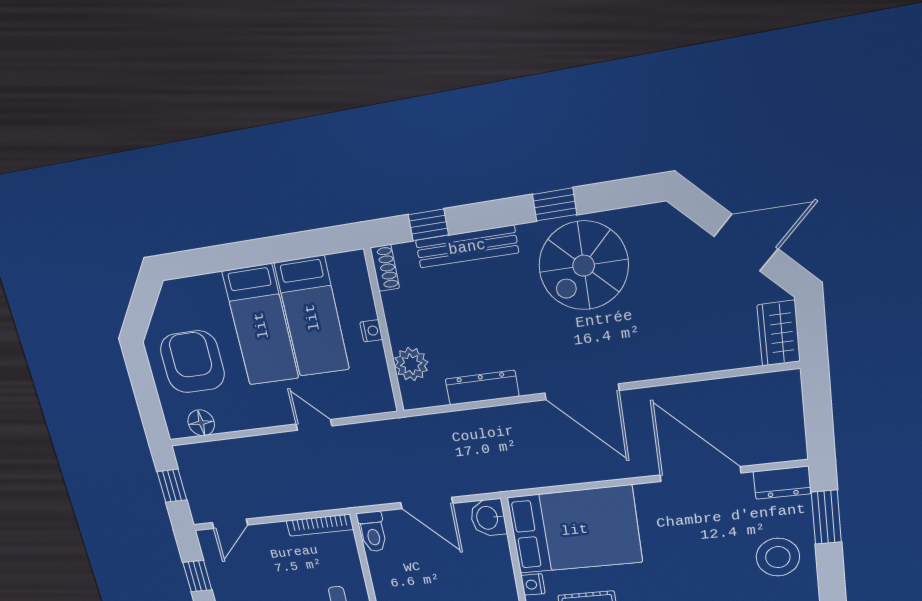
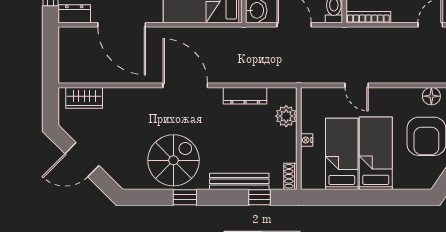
wardrobe: (779, 333) -> (84, 98), moved, turned 90

